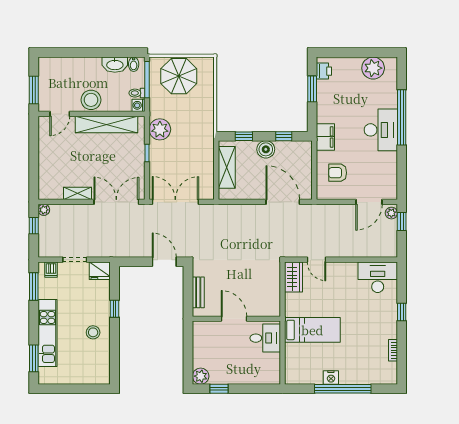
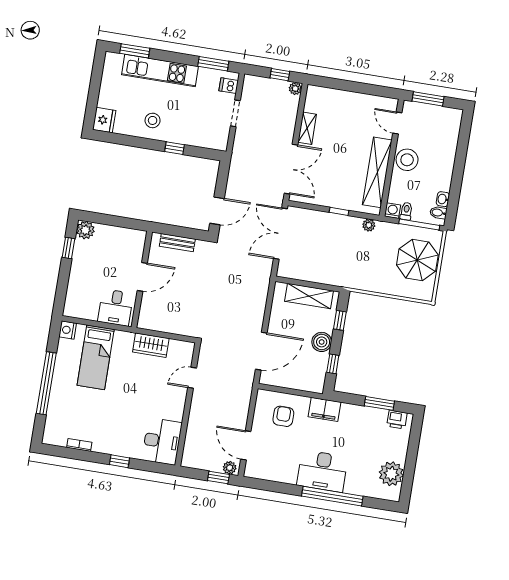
washbasin: (115, 65) -> (443, 199), width x0.52, depth x0.69
plant: (160, 129) -> (369, 225), width x0.53, depth x0.53
double door: (175, 202) -> (280, 234), swing flipped
fridge: (100, 271) -> (104, 120), moved, turned 180
wardrobe: (294, 277) -> (151, 345), moved
bed: (312, 330) -> (96, 357), moved
nightstand: (331, 377) -> (68, 330), moved

